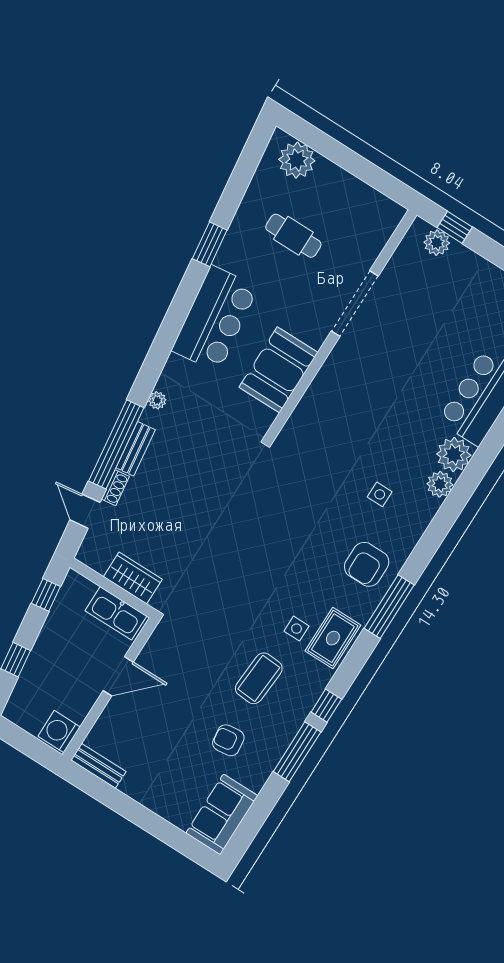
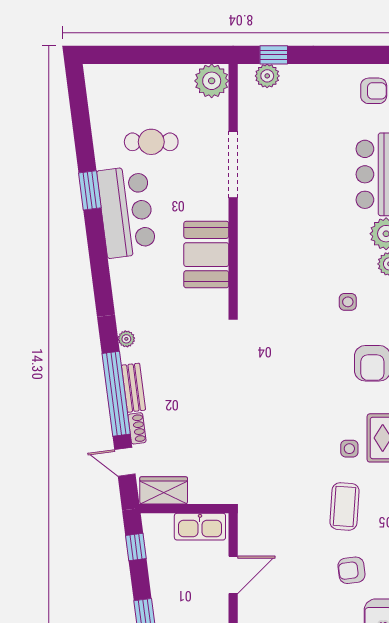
plant: (297, 160) -> (212, 81), moved
bar counter: (215, 319) -> (126, 212), moved
wardrobe: (133, 578) -> (164, 490), moved

